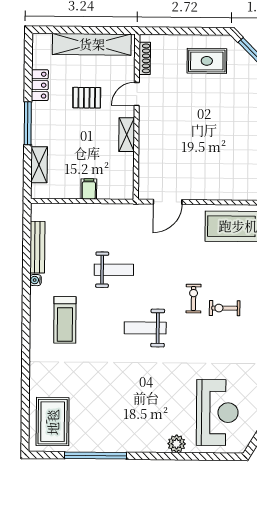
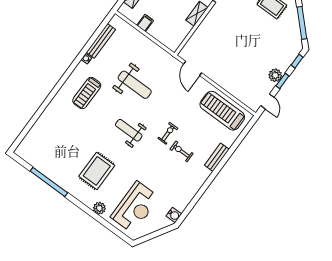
filing cabinet: (89, 189) -> (145, 23), moved
door: (168, 202) -> (193, 68), hinge flipped
weight bench: (114, 270) -> (135, 85), width x1.36, depth x1.33
rug: (53, 422) -> (97, 171), moved

